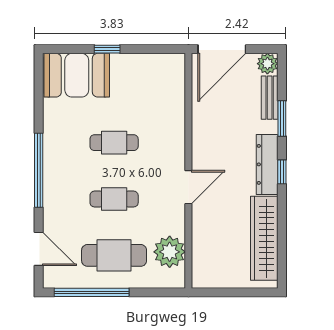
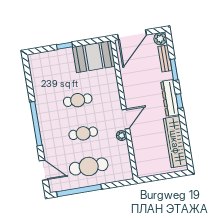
booth: (77, 75) -> (94, 57), moved
plant: (170, 252) -> (122, 136), moved, width x0.53, depth x0.53

